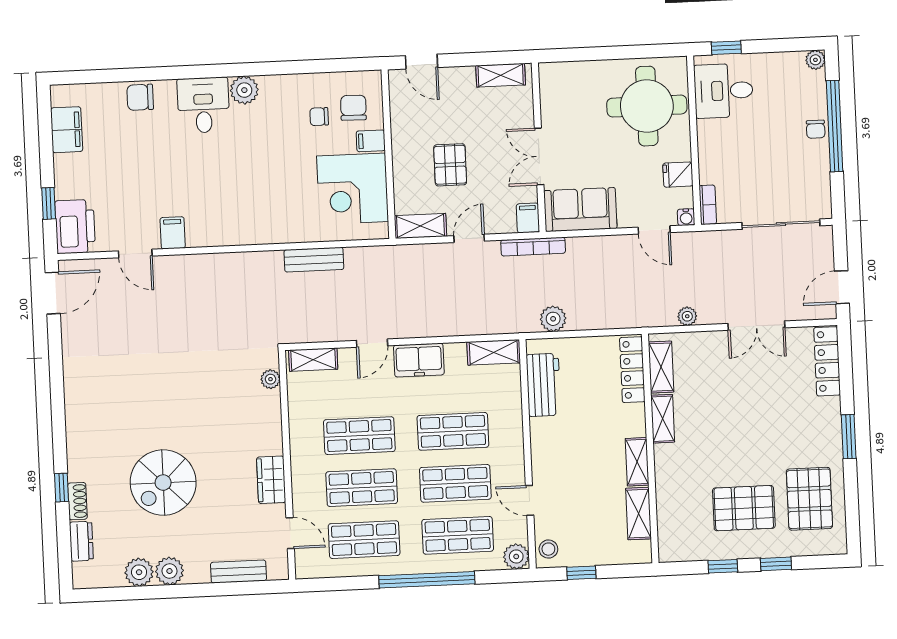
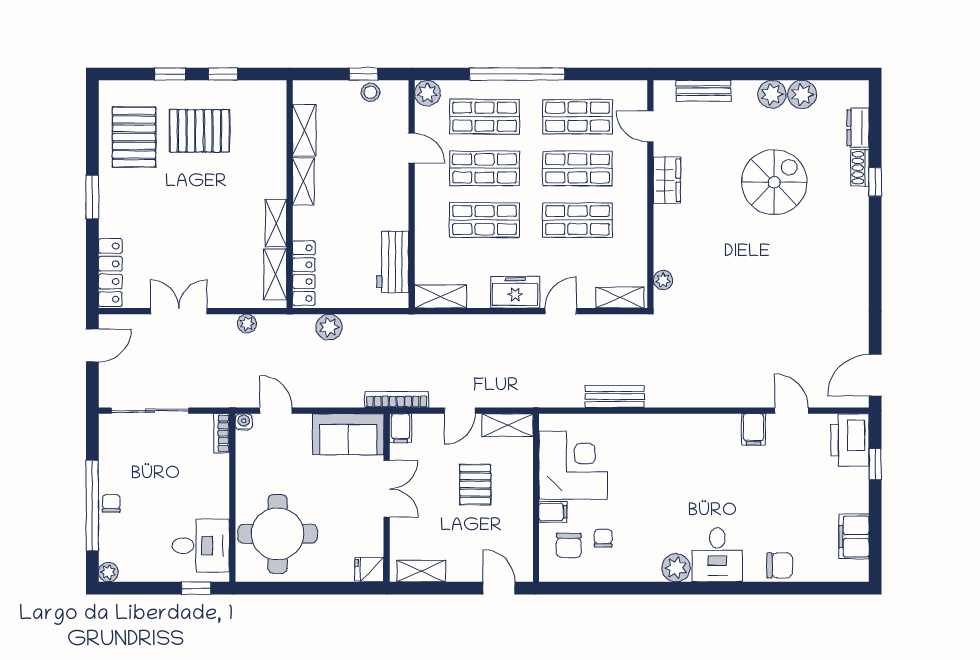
chair: (319, 117) -> (603, 538), turned -90
fridge: (678, 175) -> (369, 569), moved, turned 180
plant: (553, 319) -> (329, 327), moved
stool: (548, 549) -> (371, 92), moved

